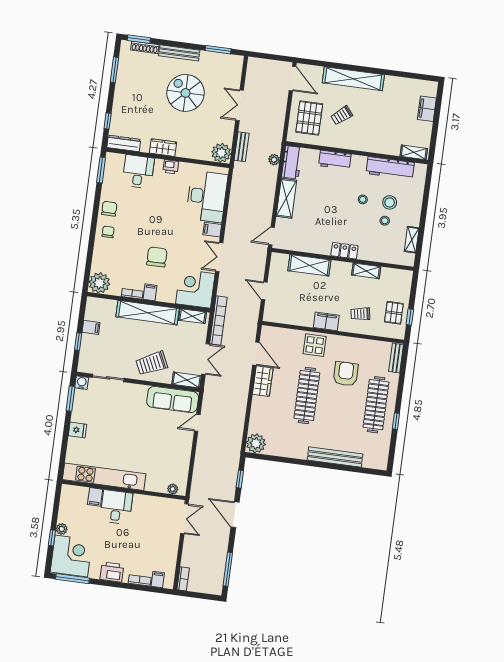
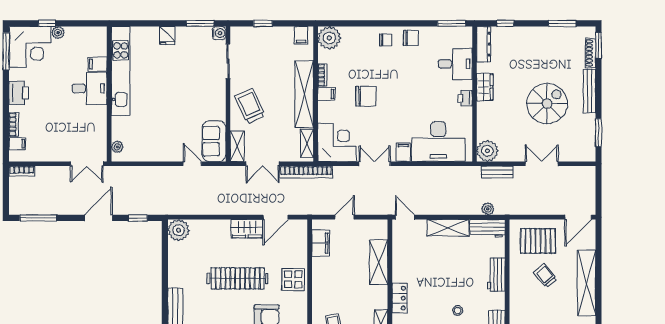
filing cabinet: (326, 321) -> (321, 243), moved
filing cabinet: (91, 327) -> (301, 35), moved
sofa: (173, 399) -> (214, 141), width x0.73

